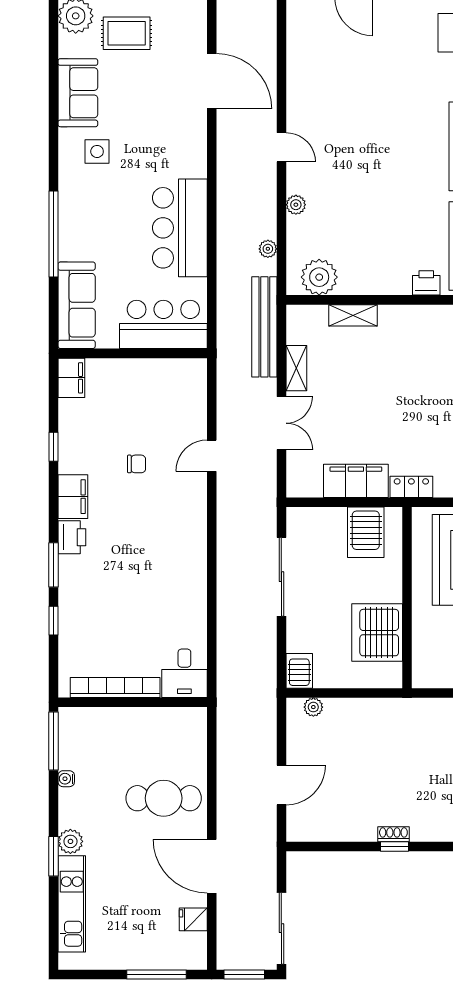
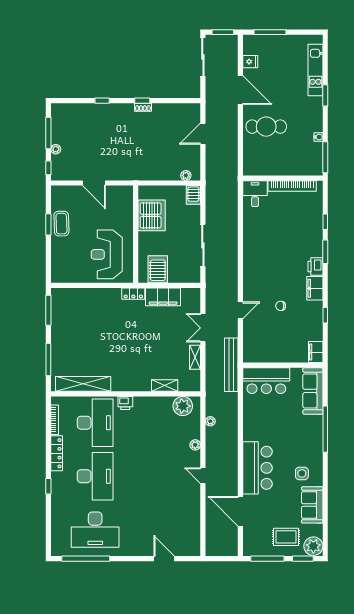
bar counter: (180, 228) -> (258, 468), moved
bench: (264, 327) -> (231, 365), moved
plant: (70, 841) -> (316, 103), removed

